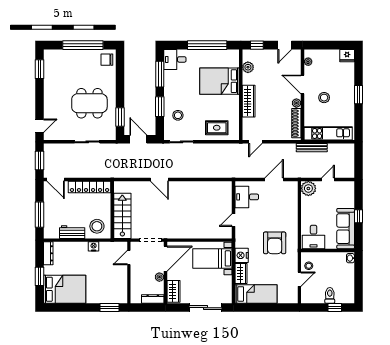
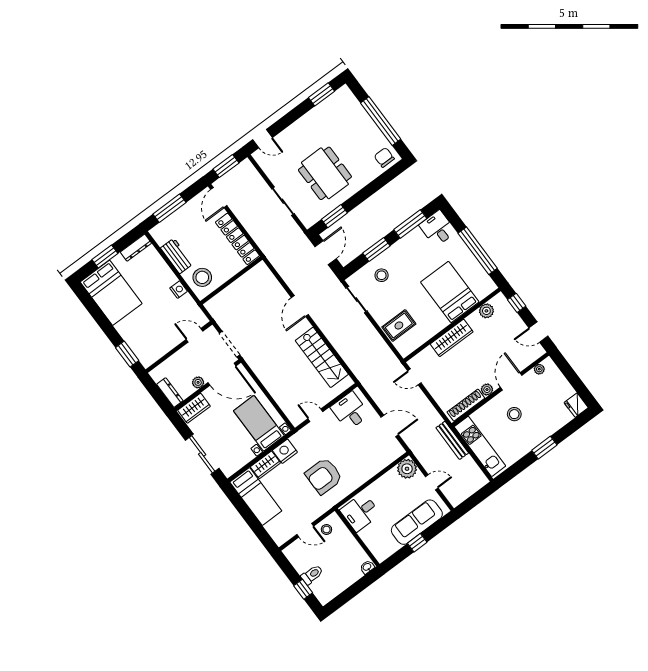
rug: (217, 128) -> (399, 325), turned 90
stairs: (122, 216) -> (322, 357), moved, turned 90
sofa: (346, 229) -> (417, 522), moved

